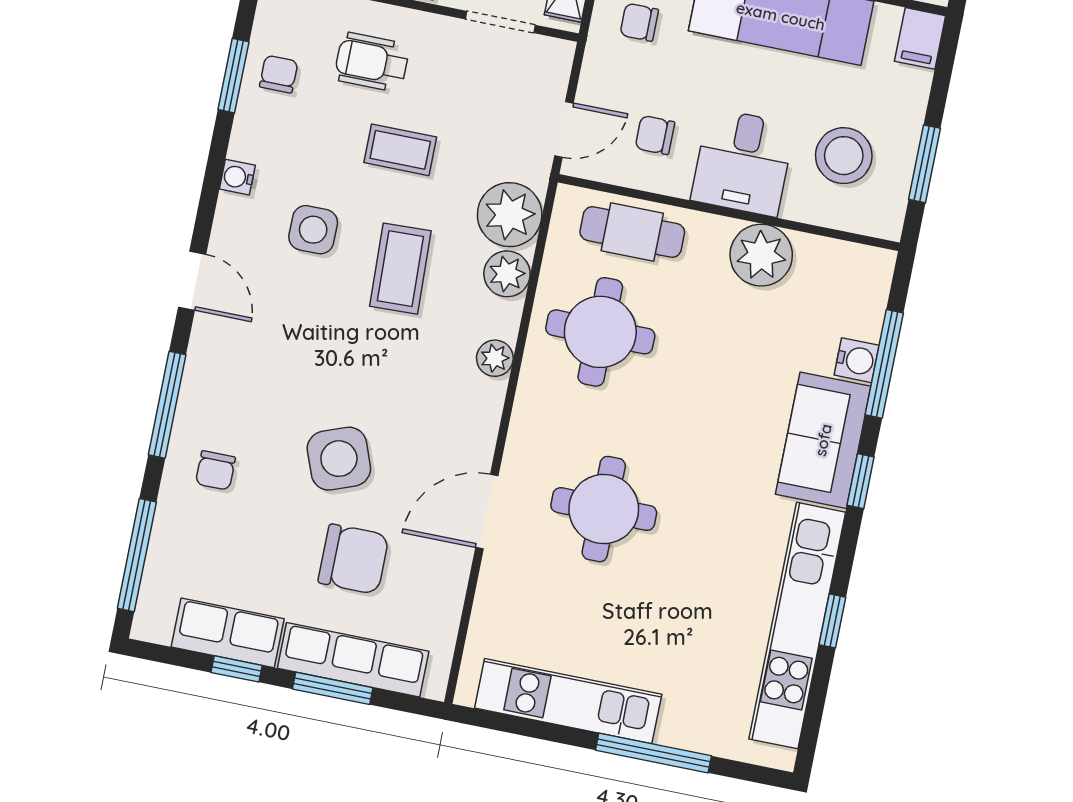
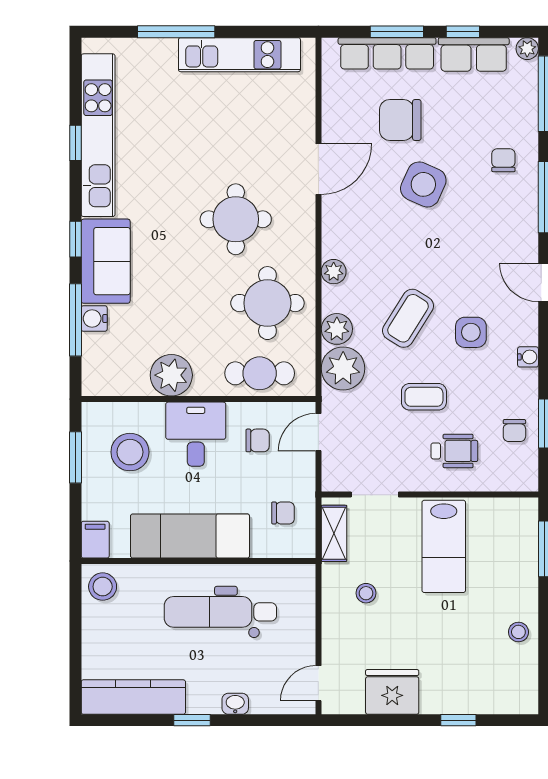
coffee table: (400, 269) -> (408, 318), turned 34
side table: (339, 459) -> (423, 184), turned 45
round table: (604, 509) -> (236, 219), moved
plant: (148, 626) -> (527, 49), added

